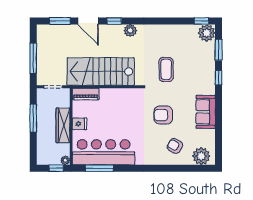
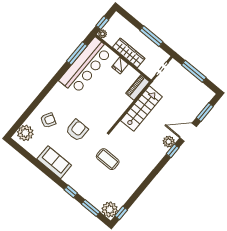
plant: (130, 31) -> (169, 142), moved
stairs: (101, 72) -> (141, 109), width x0.73, depth x0.66

